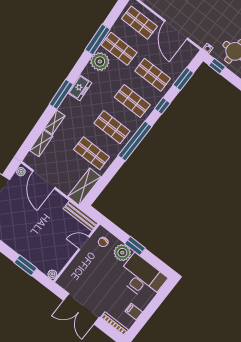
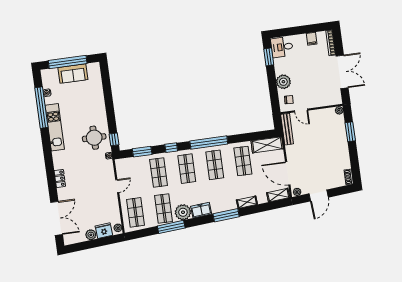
door: (176, 30) -> (117, 186), width x0.53
freezer: (80, 88) -> (201, 210), moved
shelving: (41, 143) -> (278, 195), moved
door: (44, 179) -> (288, 173), swing flipped
window: (135, 246) -> (269, 57), moved
desk: (142, 277) -> (282, 47), width x0.53, depth x0.77

